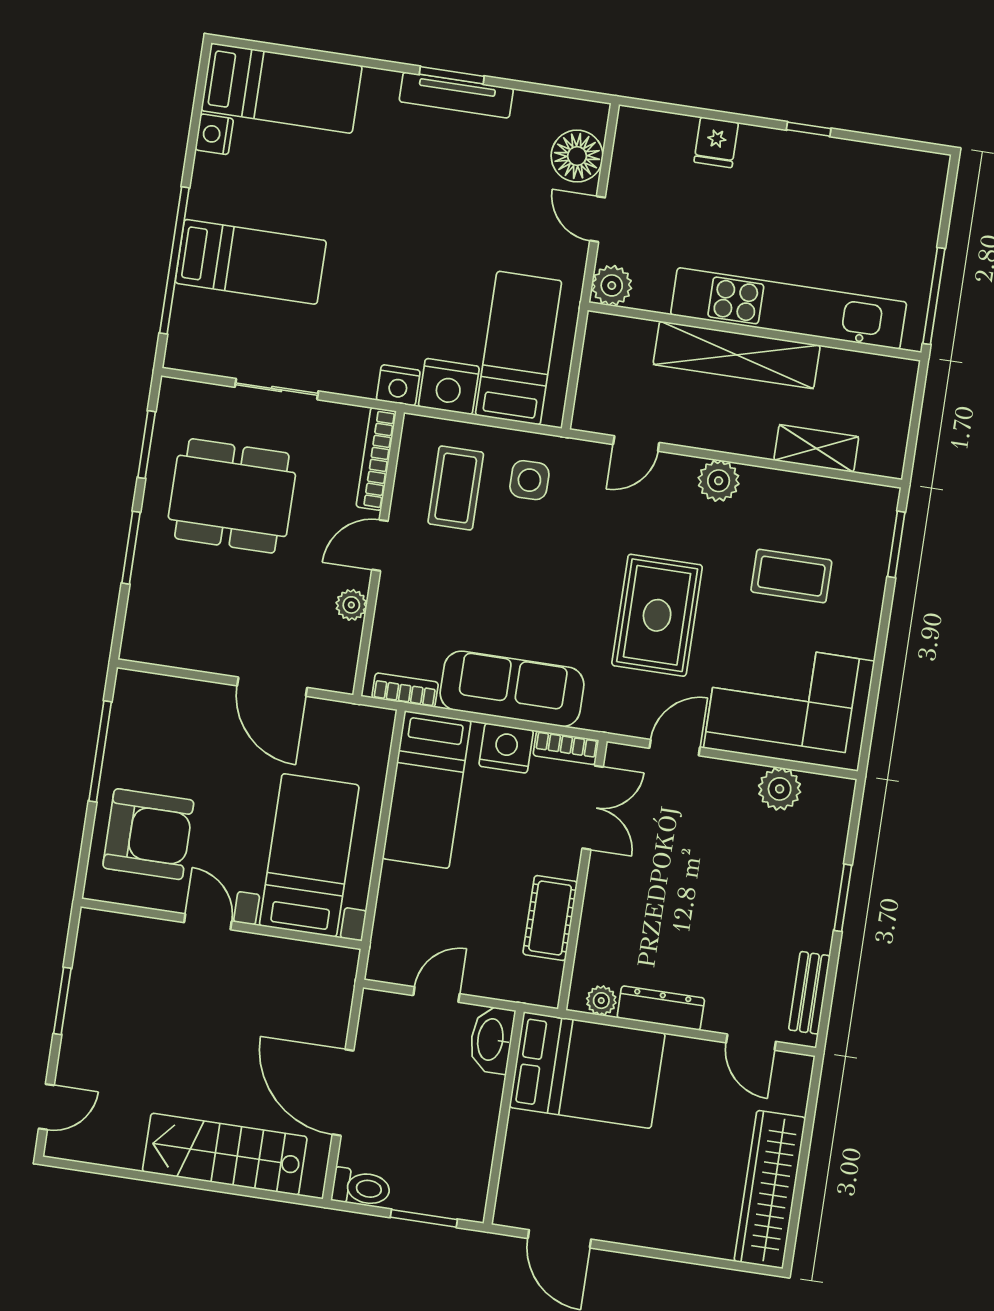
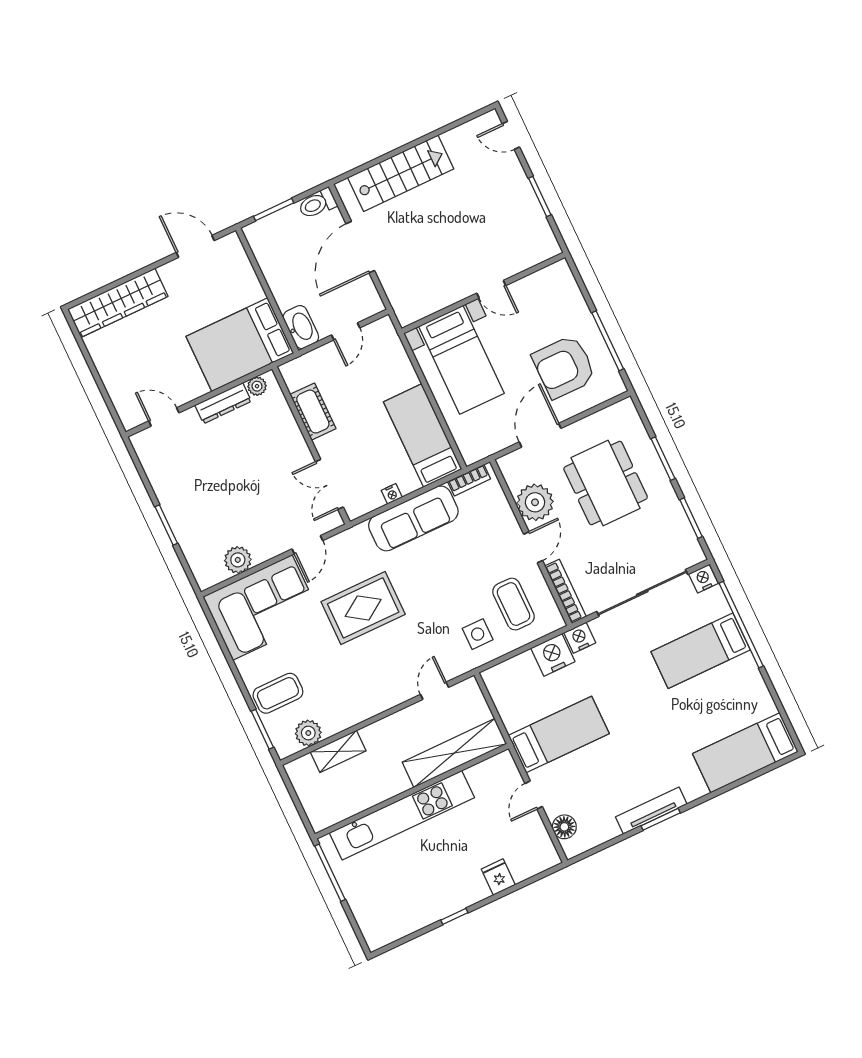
nightstand: (214, 134) -> (703, 579), moved, turned -90
floor lamp: (577, 156) -> (564, 827), width x0.73, depth x0.73
door: (598, 219) -> (534, 795), swing flipped
plant: (612, 285) -> (503, 765), removed
bed: (519, 348) -> (559, 735), moved, turned -90
shelving: (737, 355) -> (454, 753), moved
sliding door: (277, 389) -> (642, 593), width x1.86
plant: (719, 481) -> (308, 733), moved
dining table: (232, 496) -> (606, 483), moved, turned 90
coffee table: (791, 576) -> (278, 693), moved
plant: (351, 605) -> (535, 502), width x1.87, depth x1.87
rug: (657, 615) -> (363, 608), turned 90
door: (272, 687) -> (540, 435), hinge flipped
nightstand: (506, 748) -> (392, 494), width x0.53, depth x0.56
bookcase: (566, 748) -> (364, 506), removed
armchair: (148, 834) -> (564, 367), moved
bench: (809, 993) -> (151, 463), removed
door: (343, 1093) -> (360, 247), swing flipped
door: (46, 1107) -> (511, 135), hinge flipped
wardrobe: (770, 1189) -> (118, 303), moved, turned 90

